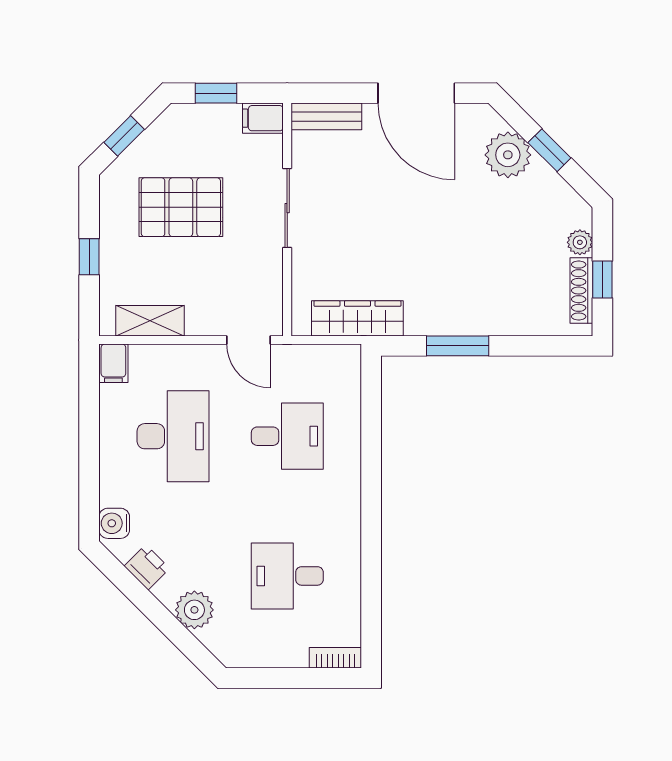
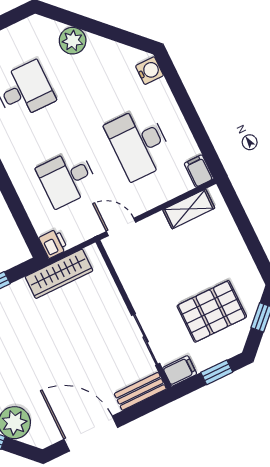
pallet: (181, 207) -> (212, 311), moved
sliding door: (287, 208) -> (146, 339), moved
window: (89, 257) -> (247, 231), removed
printer: (147, 567) -> (53, 244), moved, turned -135

